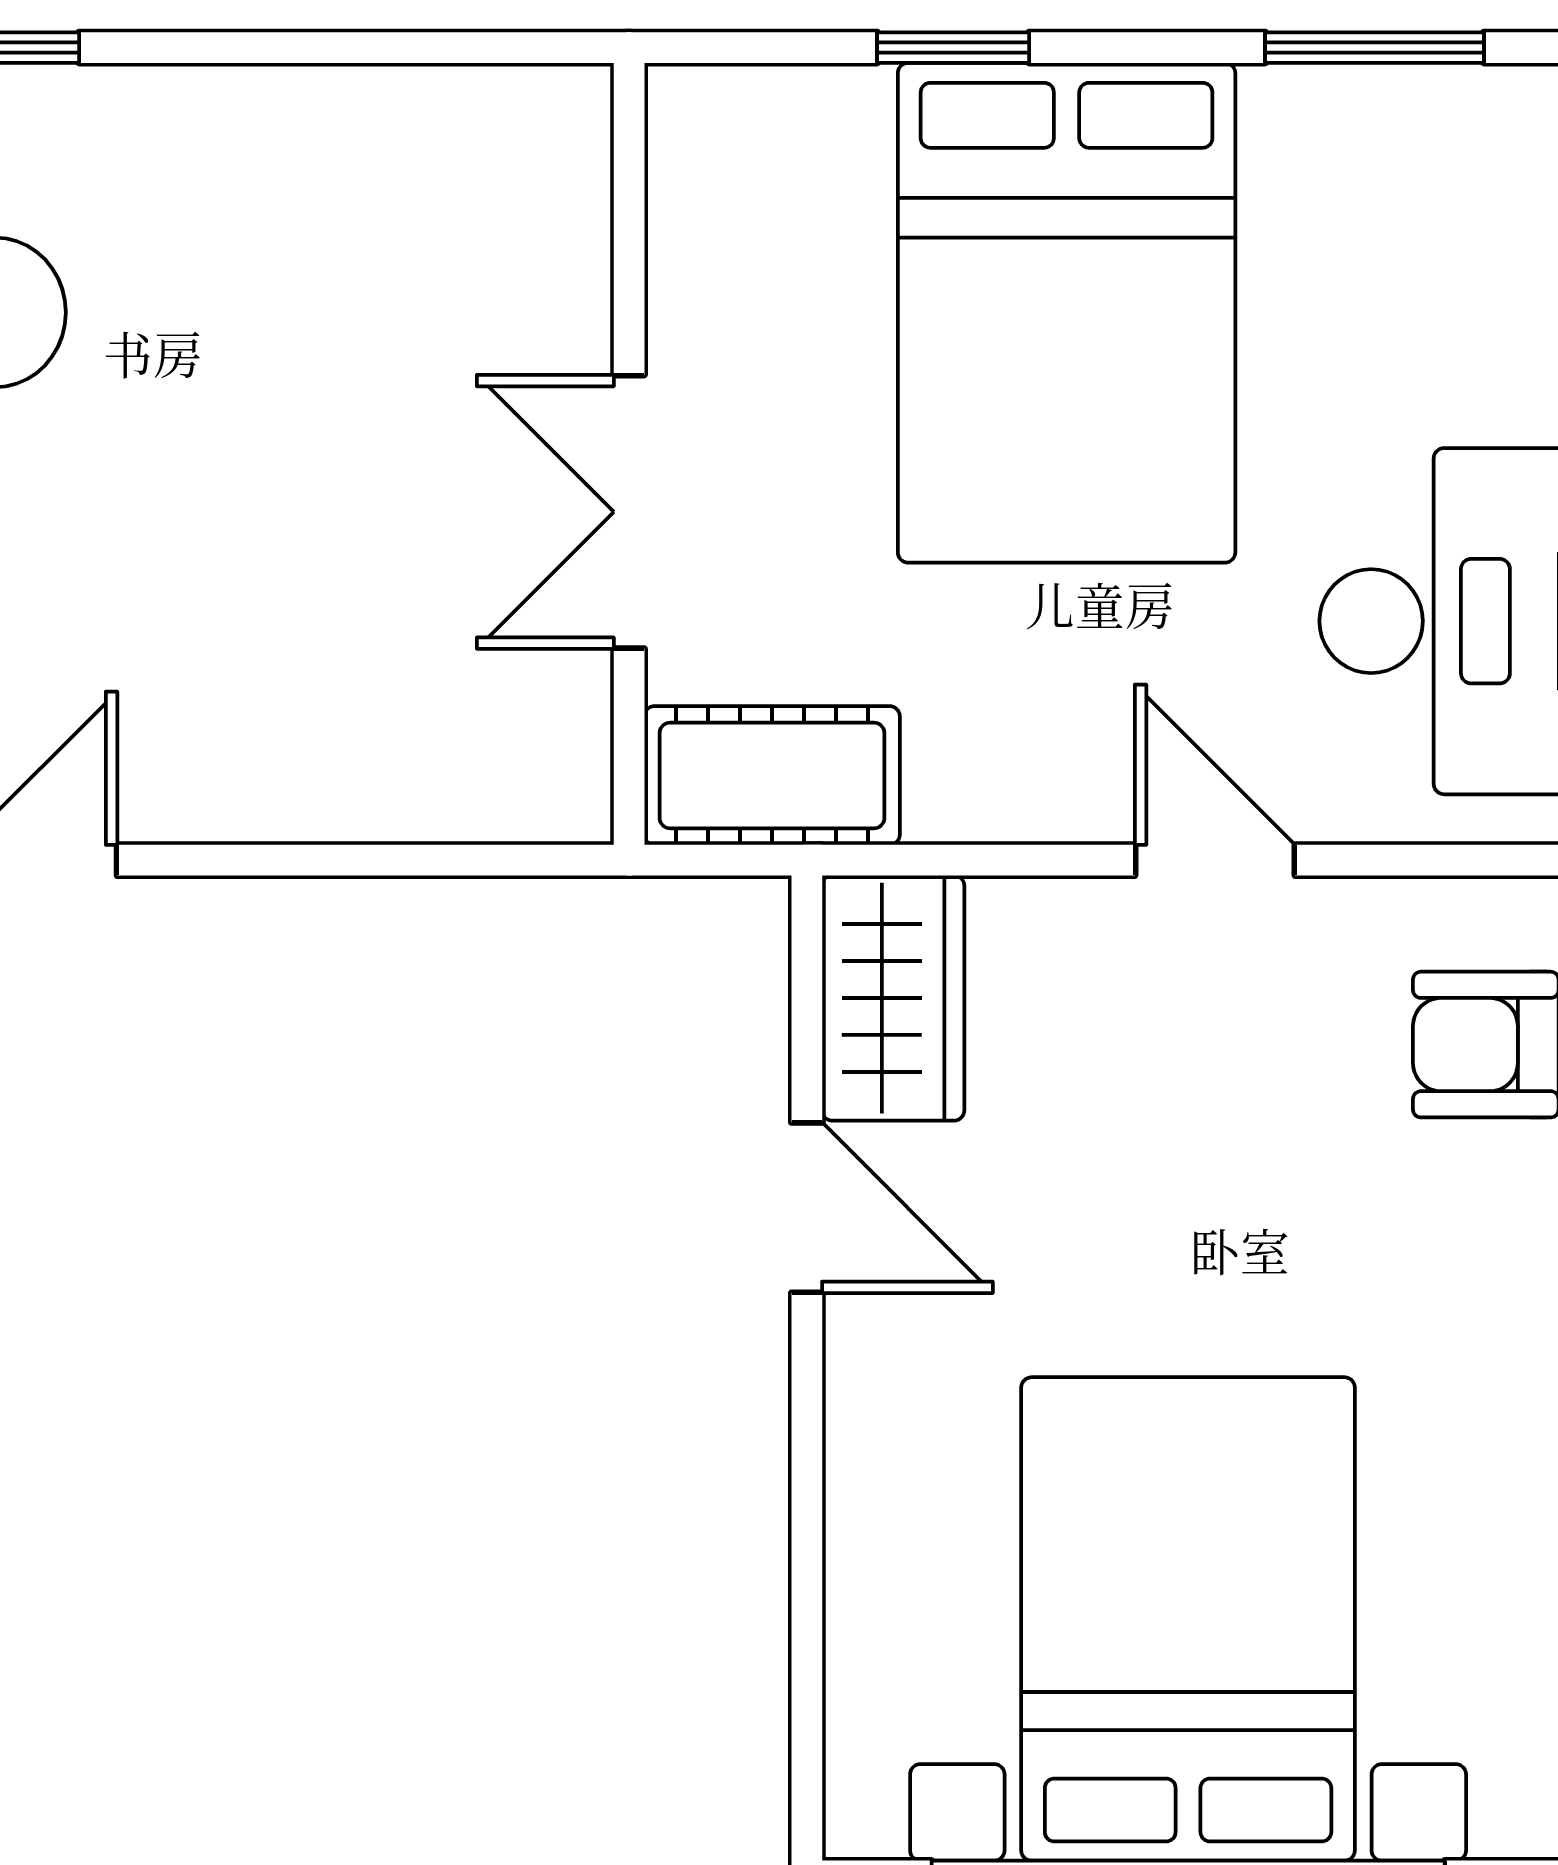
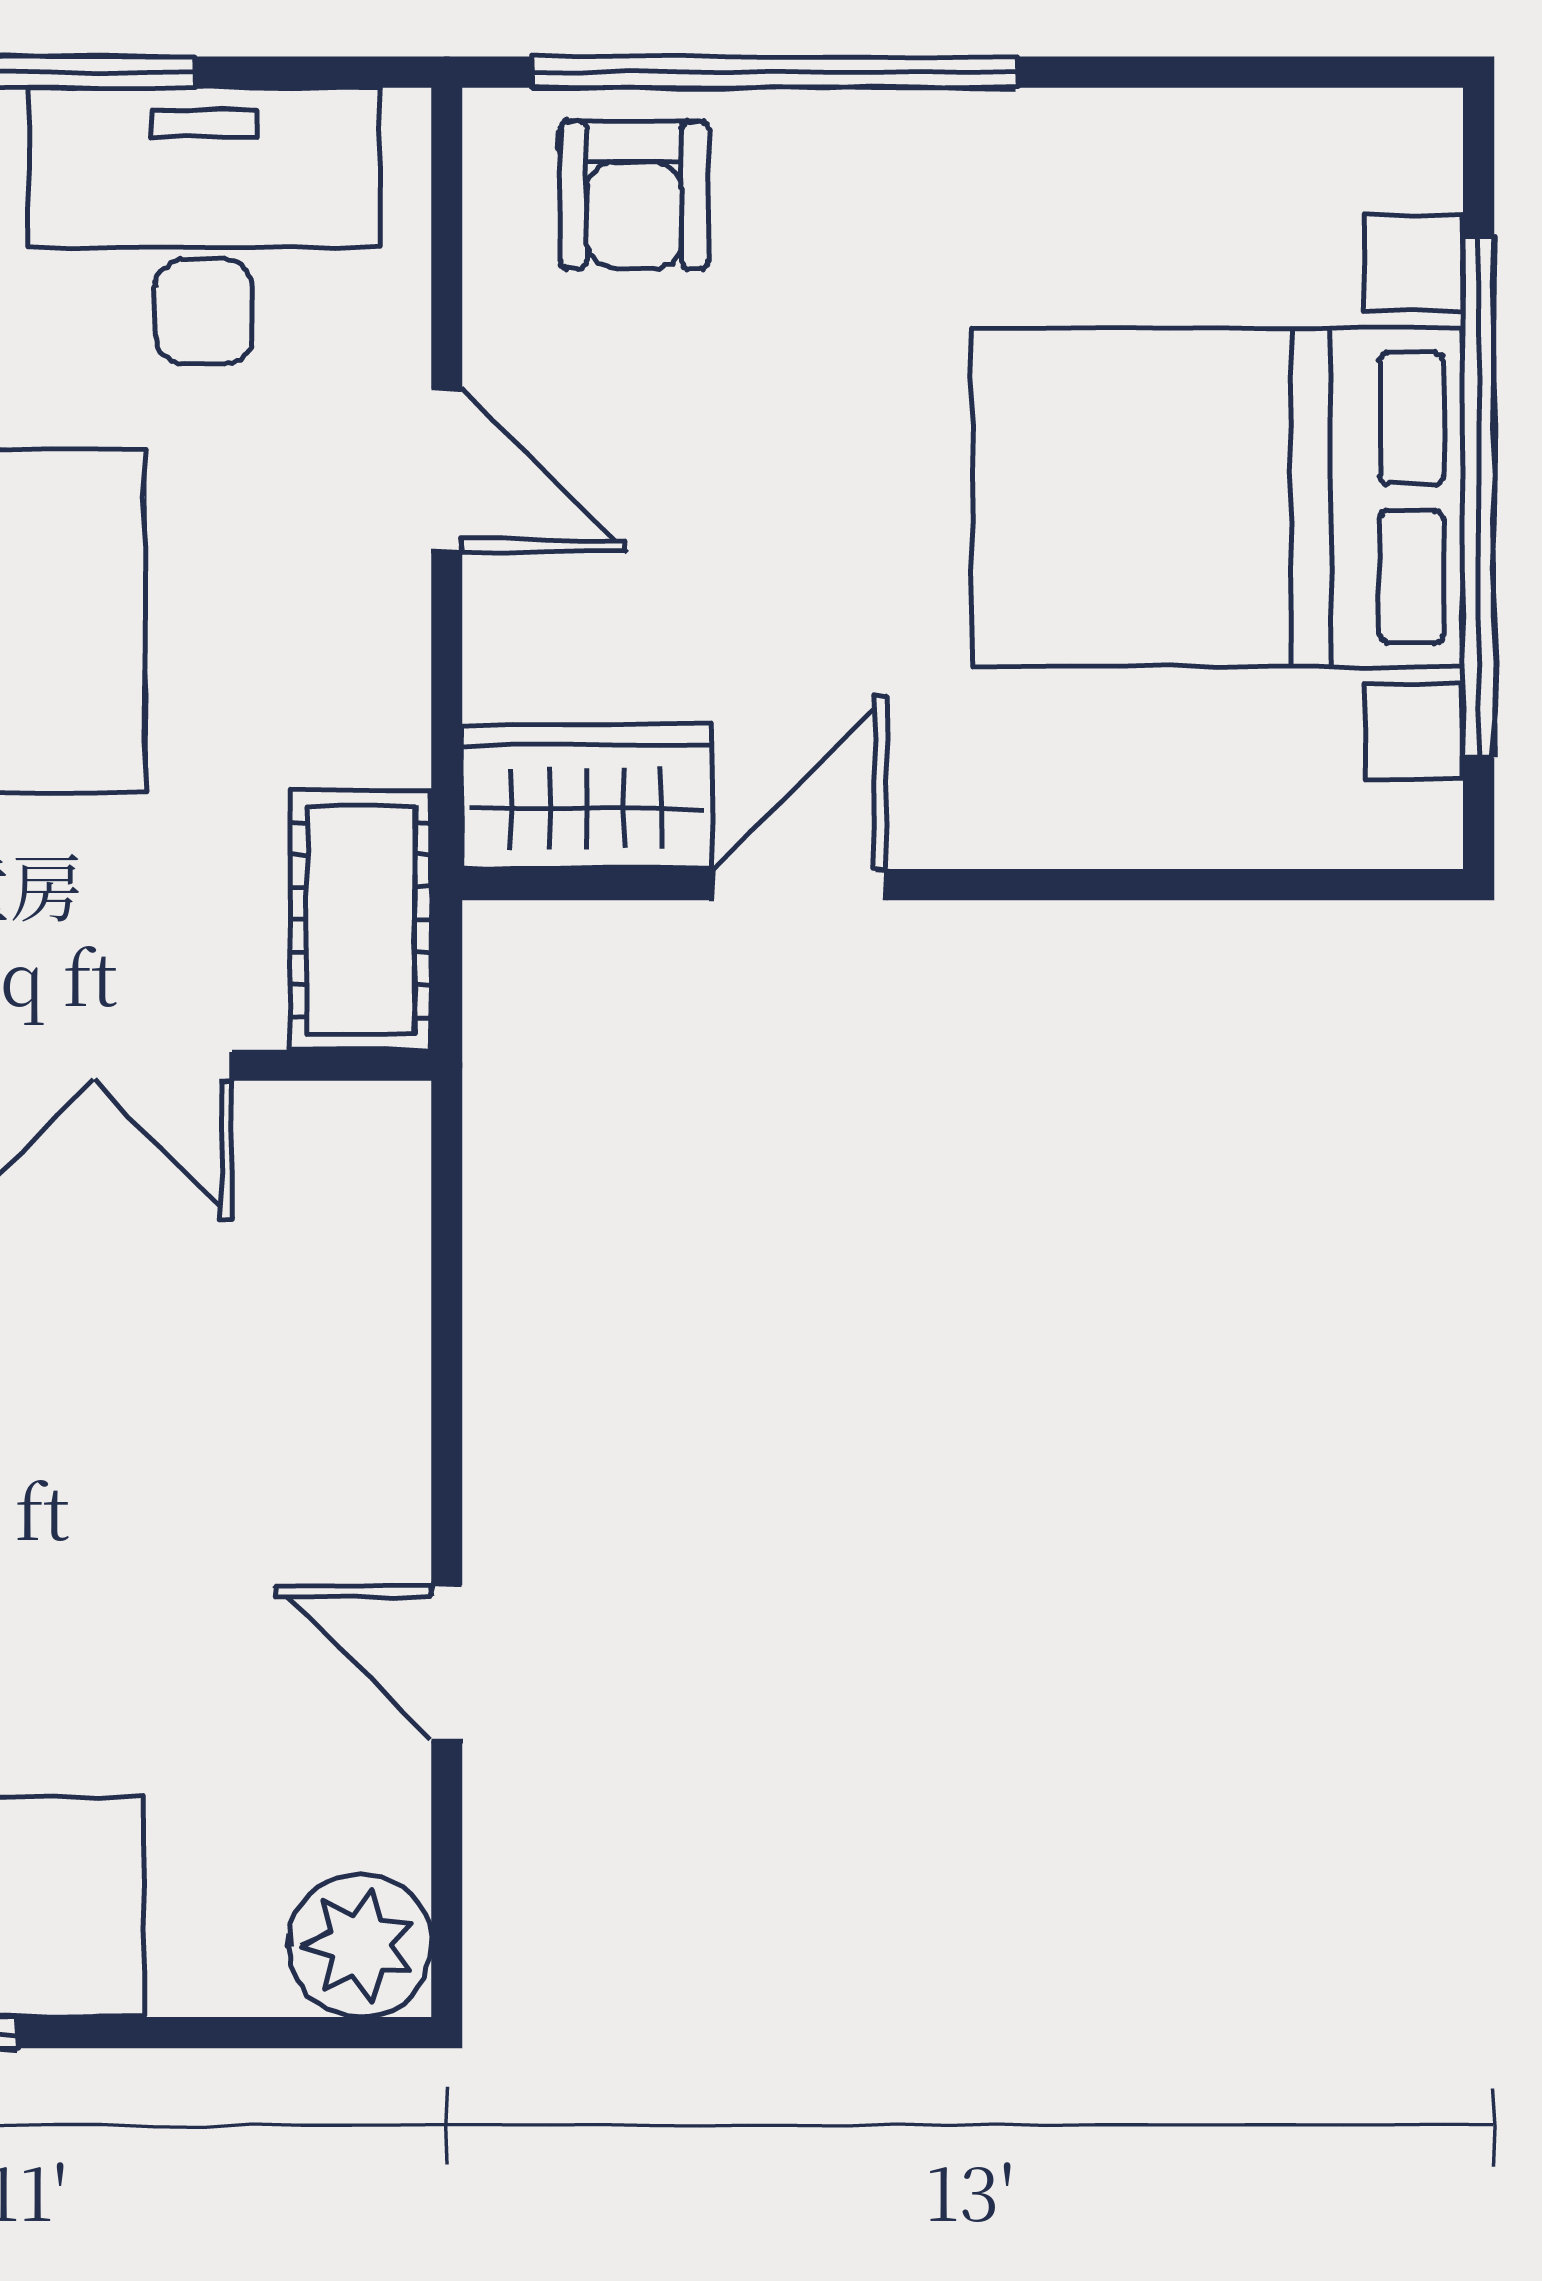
door: (1215, 860) -> (447, 470), swing flipped

